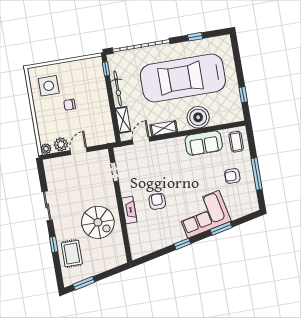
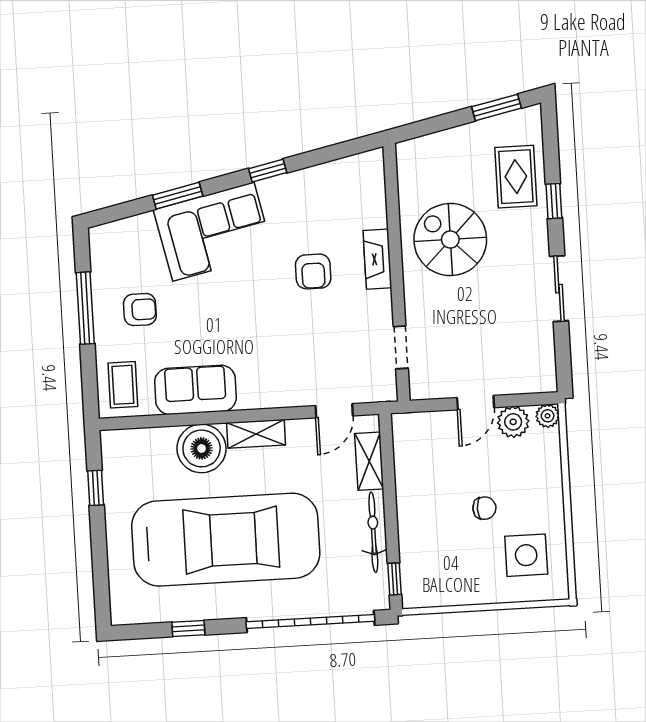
shelving: (164, 128) -> (256, 434), moved

